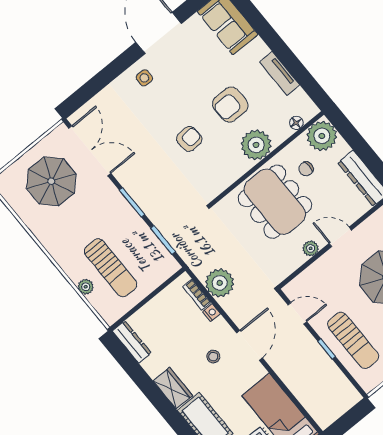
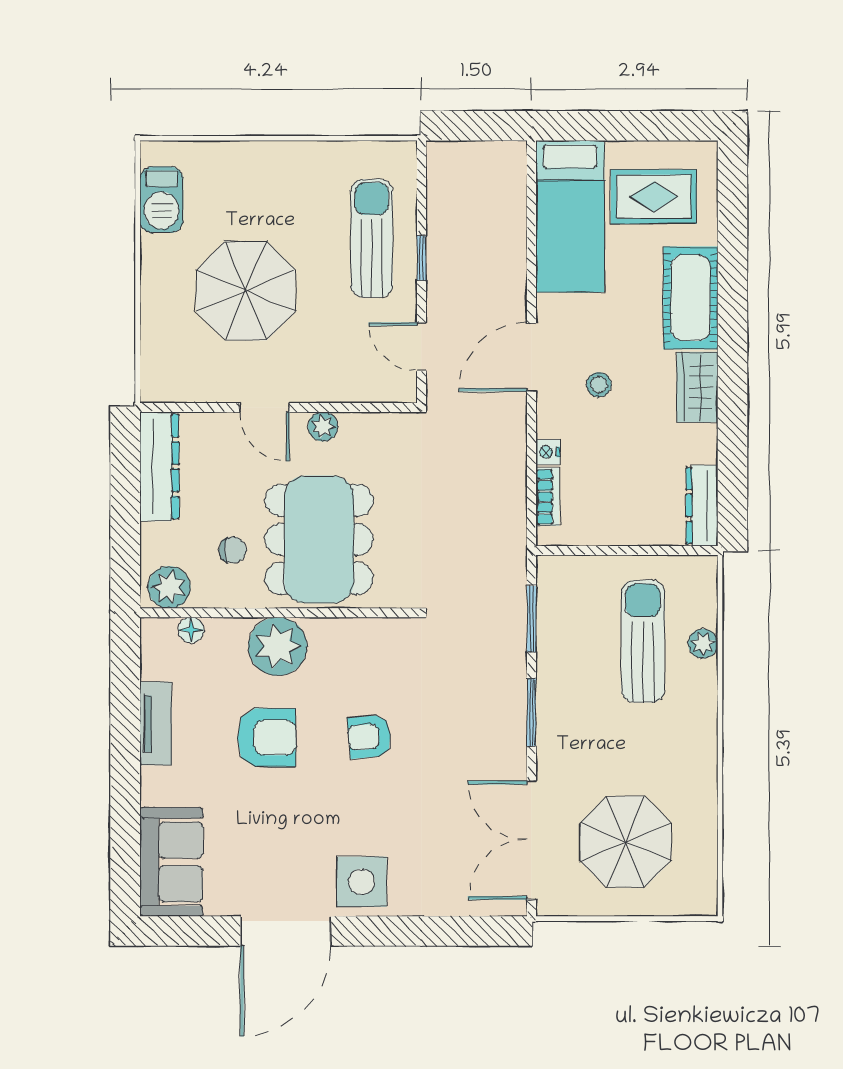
side table: (144, 78) -> (362, 882), width x1.87, depth x1.87
plant: (322, 136) -> (169, 587), width x0.73, depth x0.73
plant: (220, 283) -> (500, 486), removed

